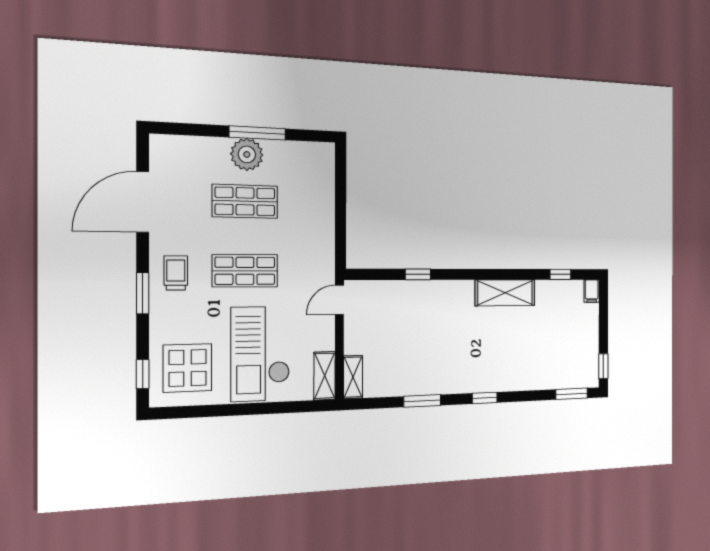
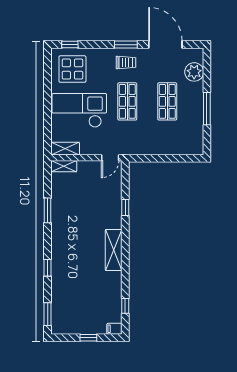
plant: (247, 154) -> (194, 72), moved
window: (143, 293) -> (126, 45), moved
shelving: (505, 293) -> (114, 250), moved
door: (339, 300) -> (110, 158), swing flipped
window: (603, 366) -> (88, 338), moved
window: (485, 398) -> (48, 268), moved

